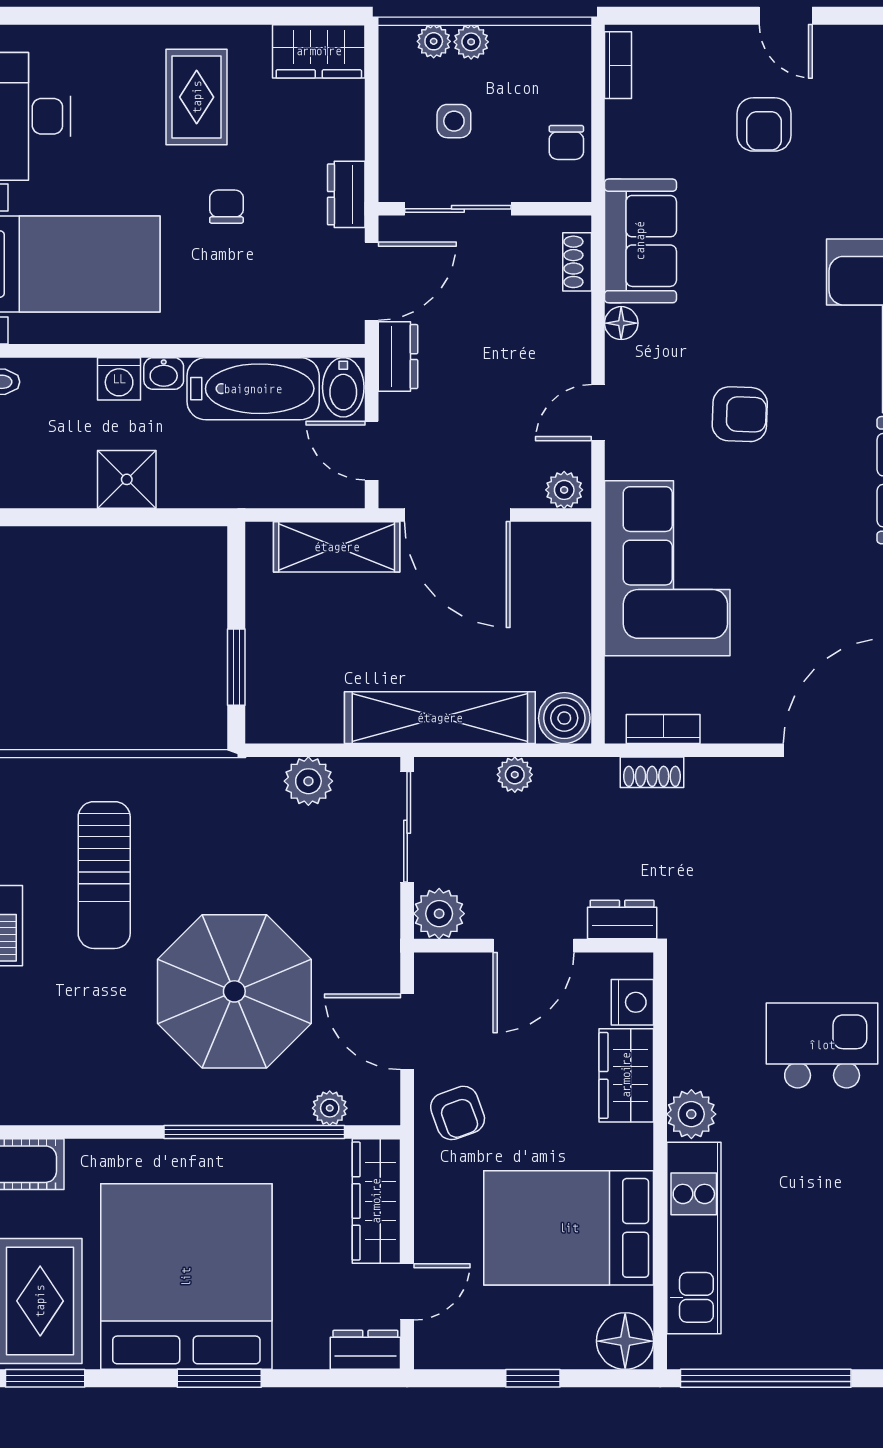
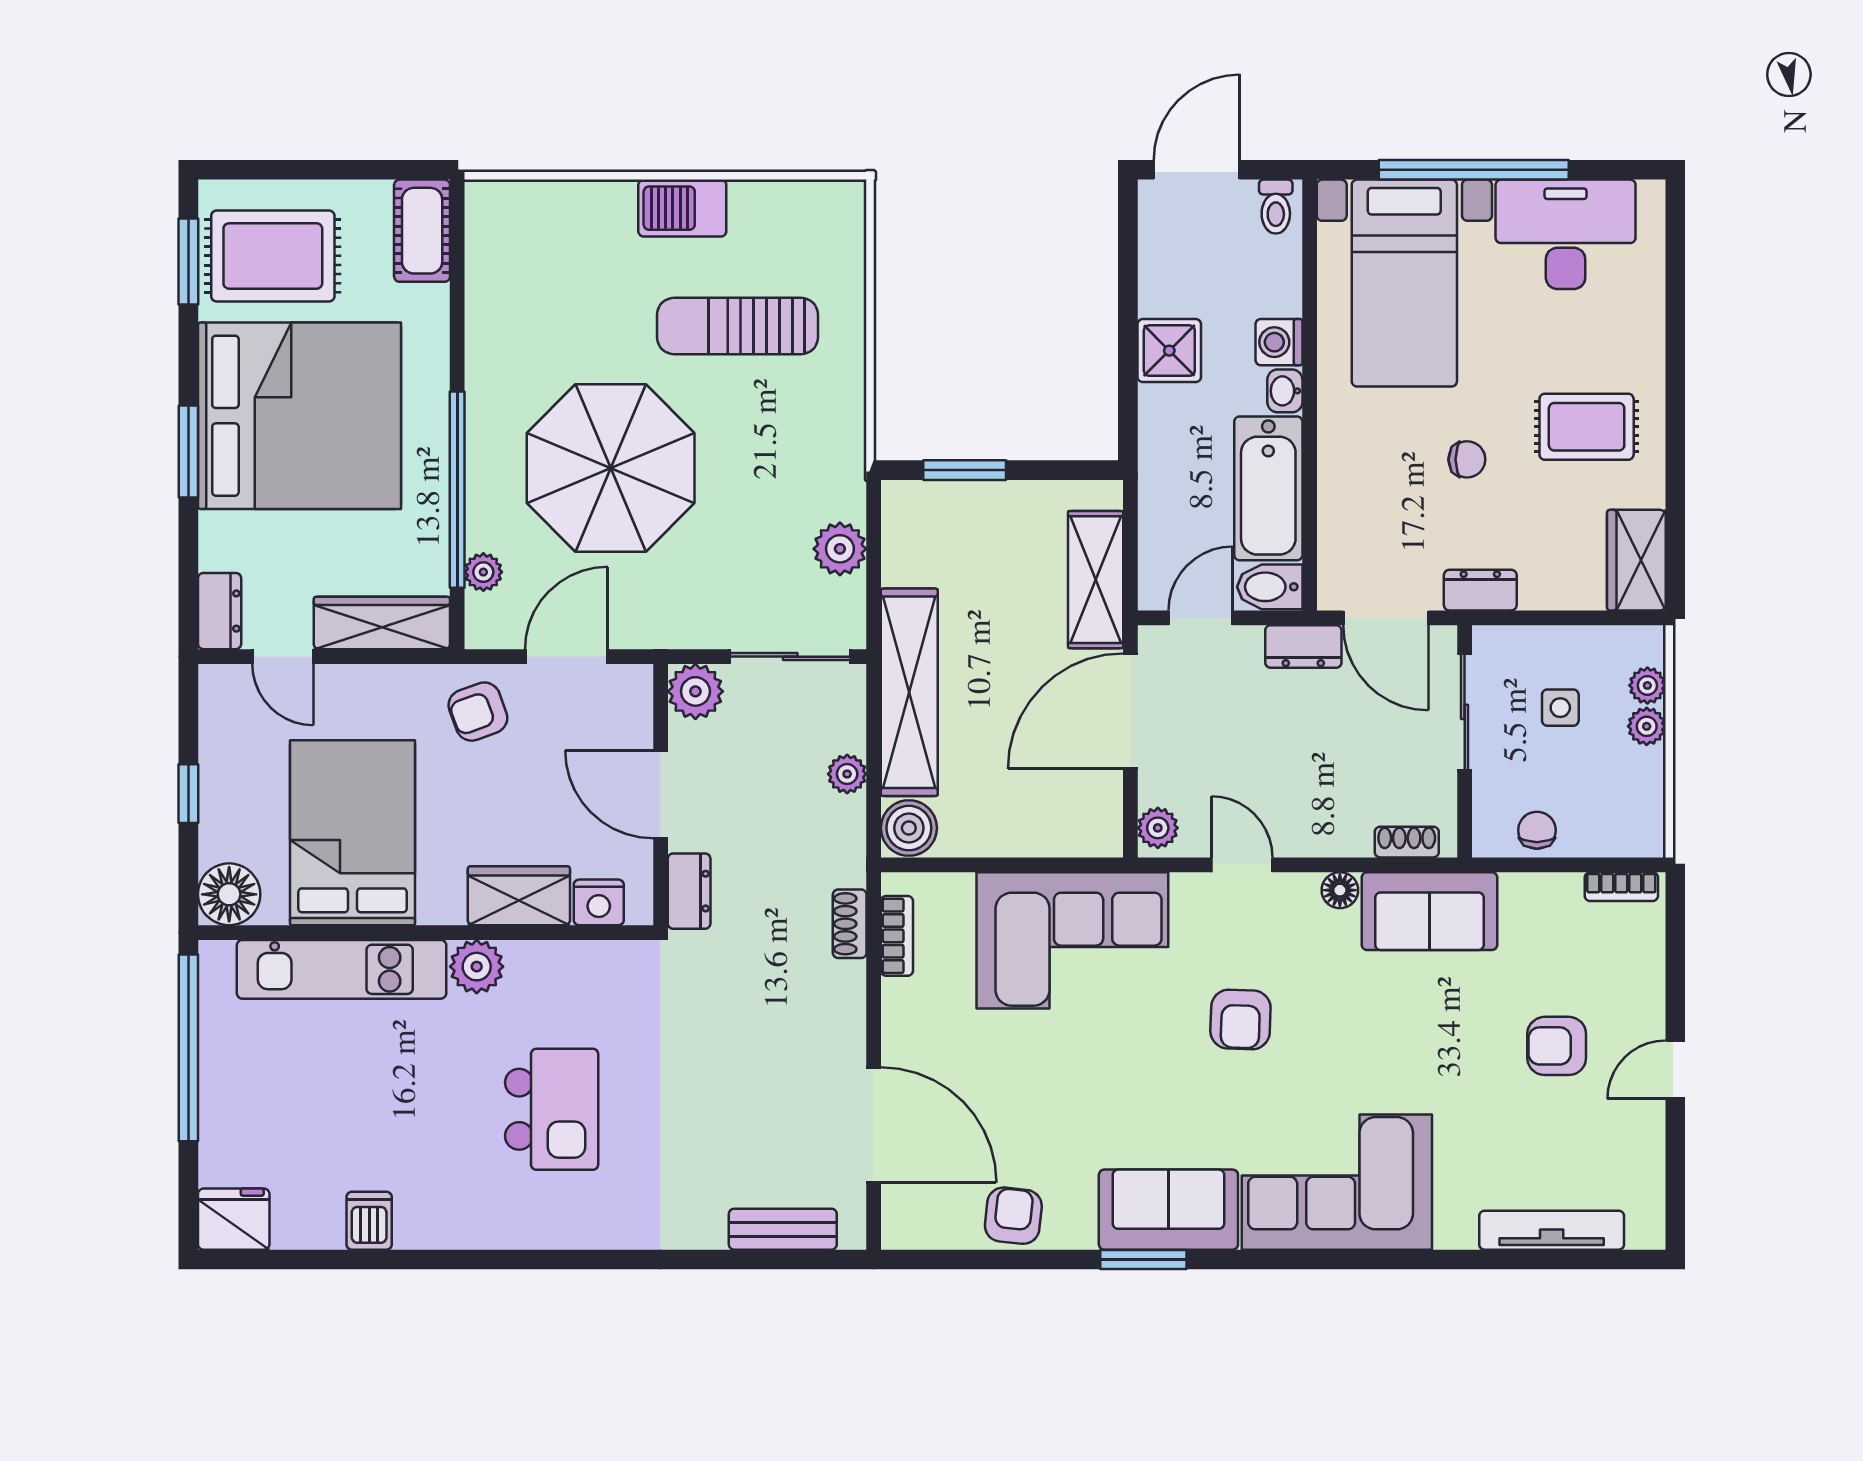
chair: (566, 142) -> (1537, 830), turned 90

